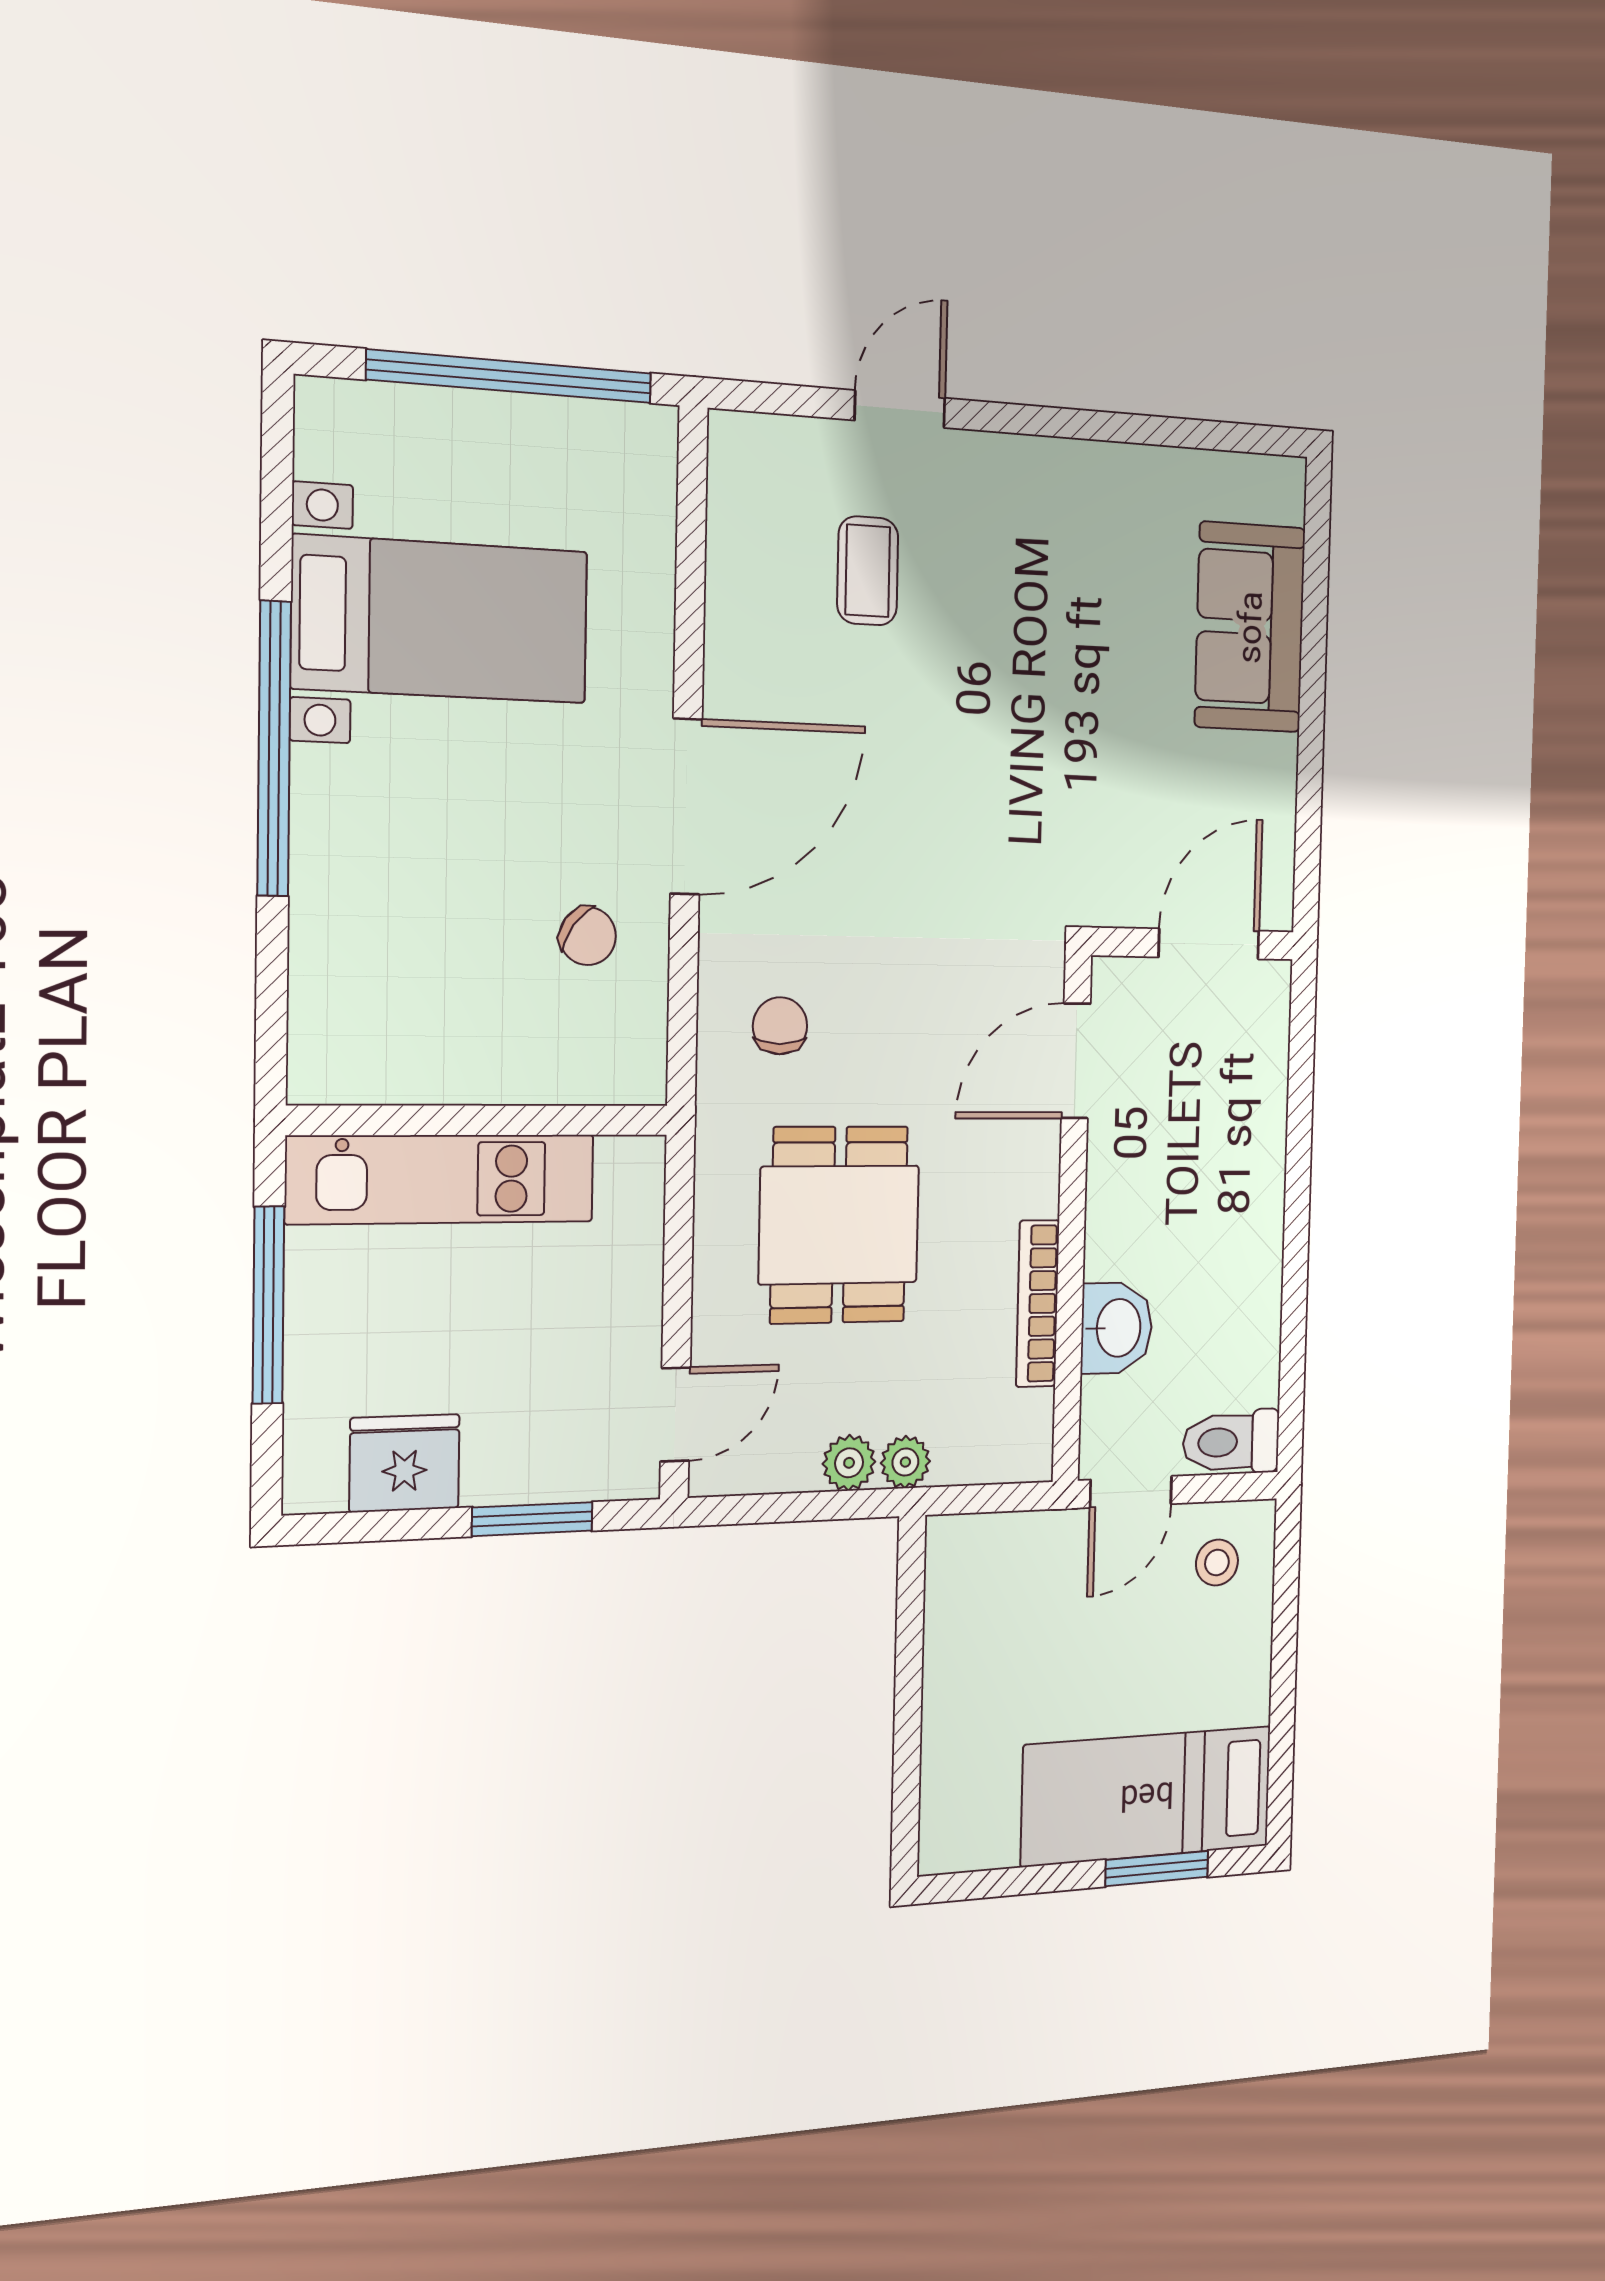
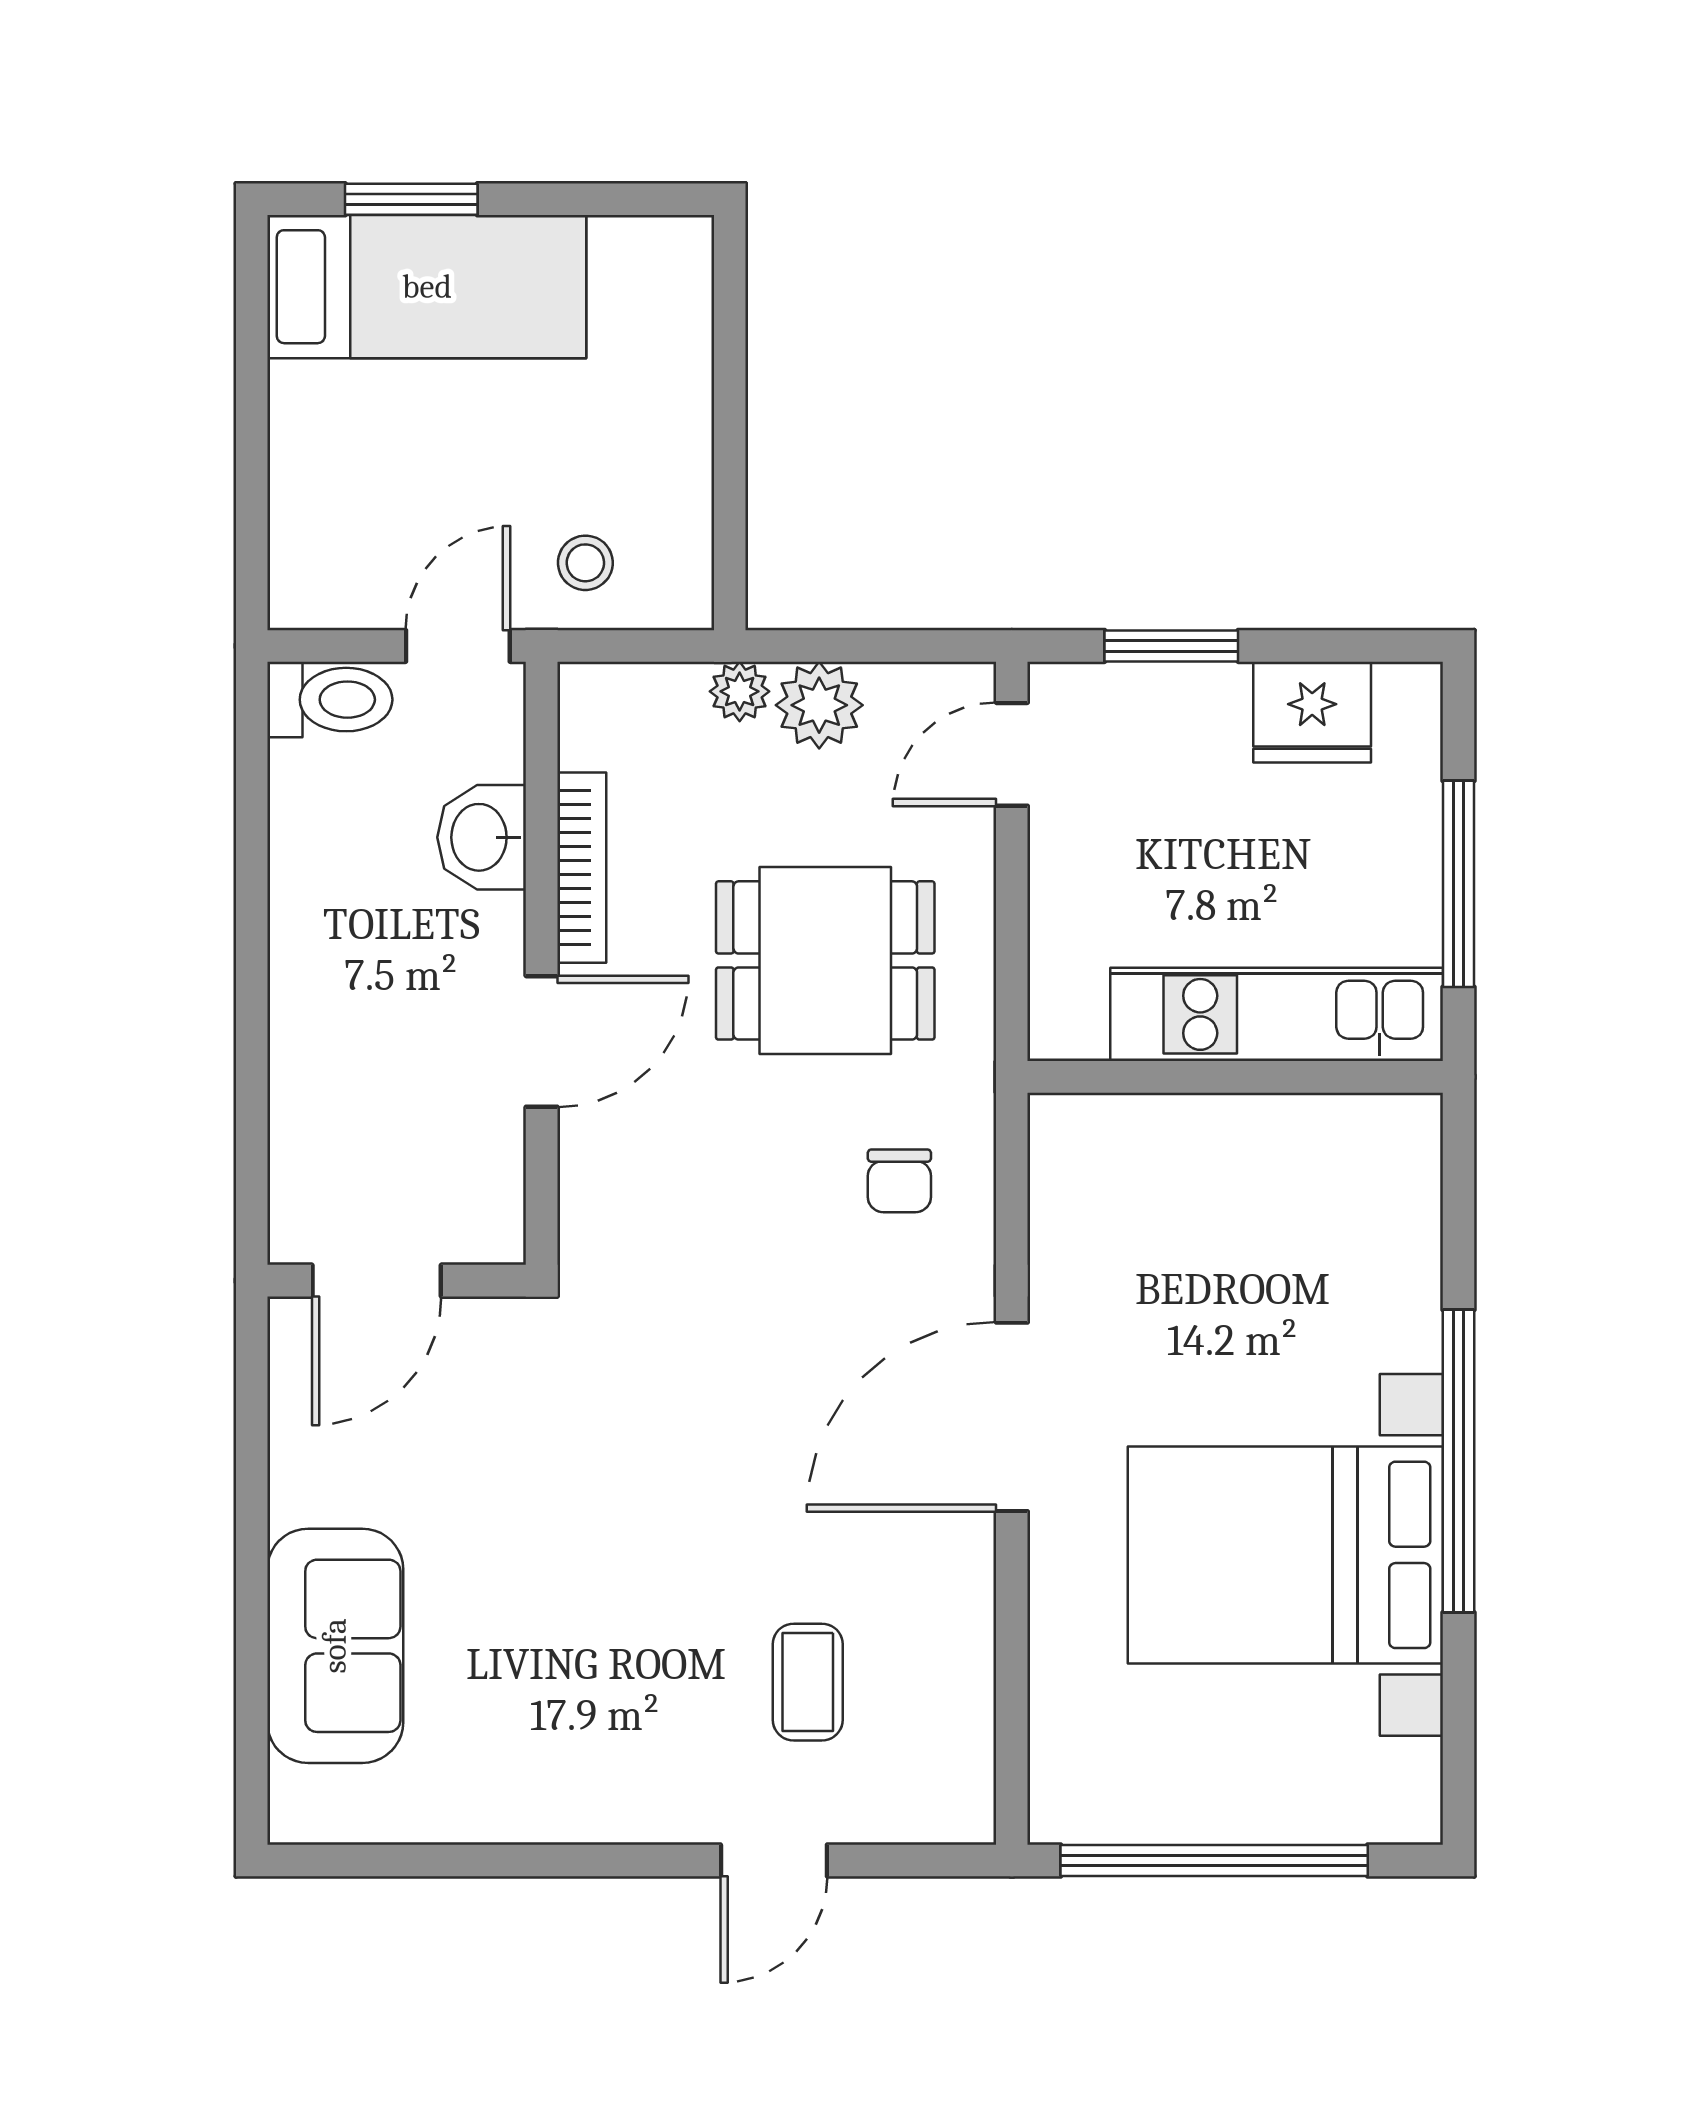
bed with nightstands: (441, 619) -> (1285, 1555), width x1.36
chair: (588, 936) -> (1120, 1275), removed
door: (1076, 1061) -> (542, 1041), moved
dining table: (839, 1225) -> (825, 960), turned 90
plant: (849, 1463) -> (819, 705), width x1.38, depth x1.38
stool: (1217, 1563) -> (585, 563), moved

